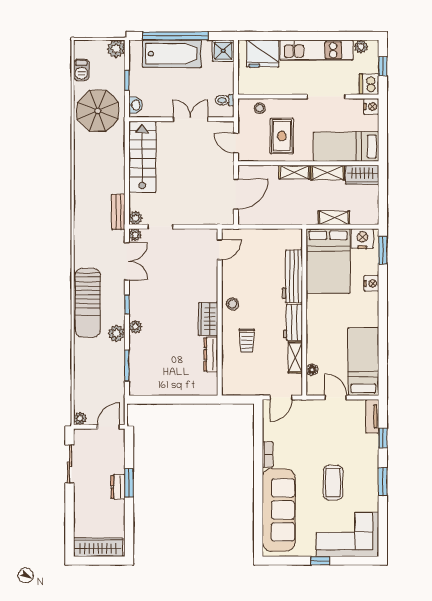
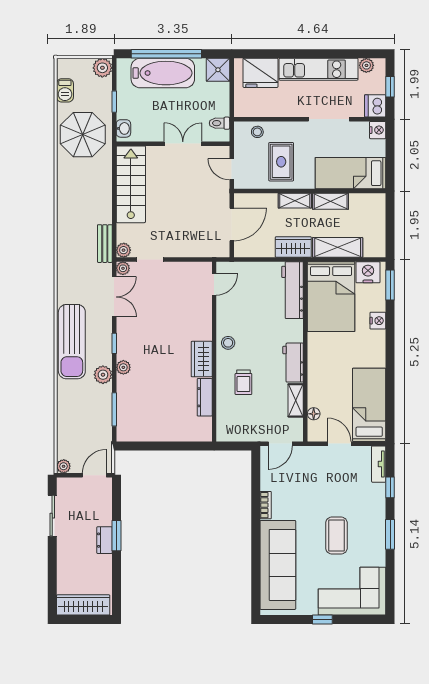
wardrobe: (362, 175) -> (293, 247), moved, turned 180
shelving: (334, 218) -> (338, 247), width x1.50, depth x1.33
workbench: (292, 276) -> (293, 290), moved

